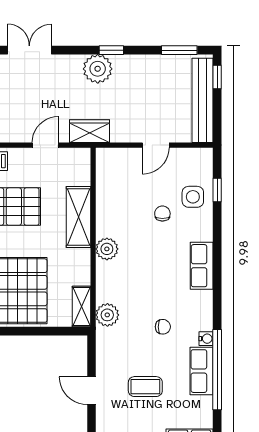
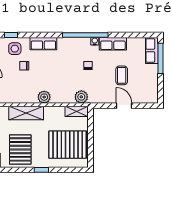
row of seats: (202, 266) -> (43, 44), moved
window: (217, 370) -> (85, 35), moved
door: (92, 391) -> (124, 106), swing flipped

